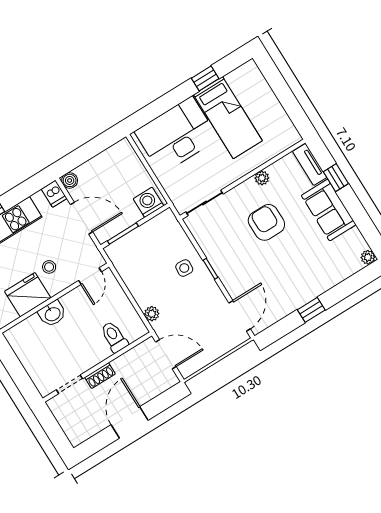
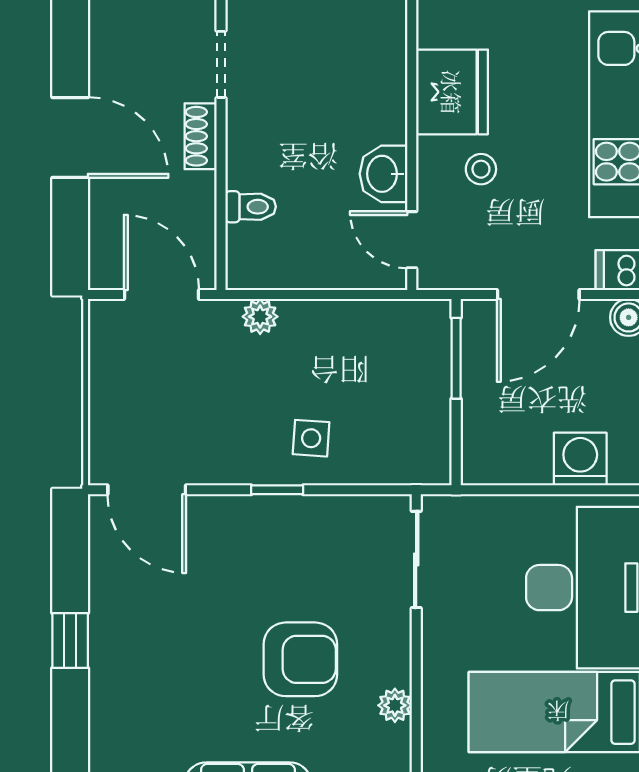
washing machine: (149, 202) -> (580, 459), moved, turned -90
washbasin: (52, 314) -> (383, 174), moved
toilet: (114, 337) -> (251, 207), width x0.73, depth x0.72
door: (166, 354) -> (161, 295), swing flipped

